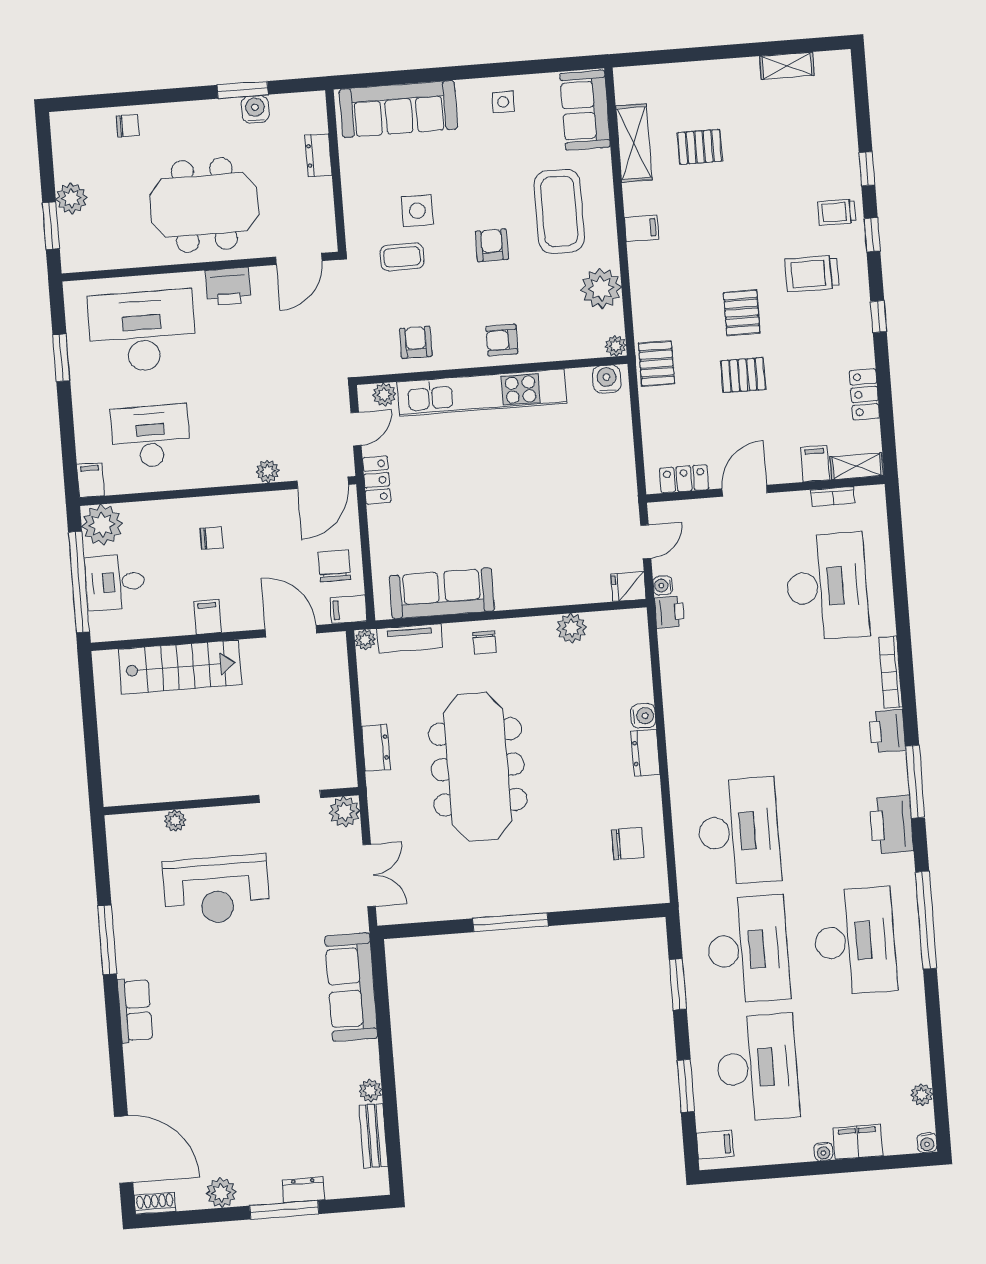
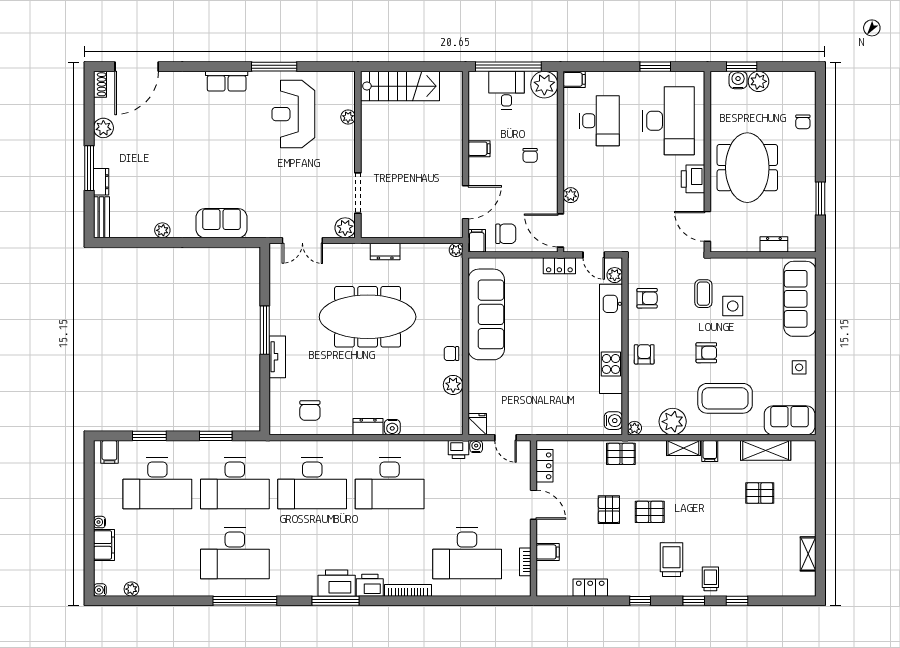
water cooler: (255, 109) -> (738, 80), moved, turned -90
pallet: (700, 147) -> (760, 493), turned 90
shelving: (857, 466) -> (683, 448), moved, turned 90
sofa: (442, 593) -> (486, 314), width x1.36, depth x1.27
tv unit: (410, 638) -> (277, 357), moved, turned 180
chair: (484, 642) -> (451, 354), moved
stairs: (180, 667) -> (400, 86), moved, turned -90
desk: (729, 713) -> (390, 483), added
printer: (891, 825) -> (337, 583), moved
reception desk: (216, 890) -> (293, 114), moved
sofa: (351, 987) -> (221, 223), width x0.73
bench: (373, 1136) -> (101, 217), moved, turned 90

